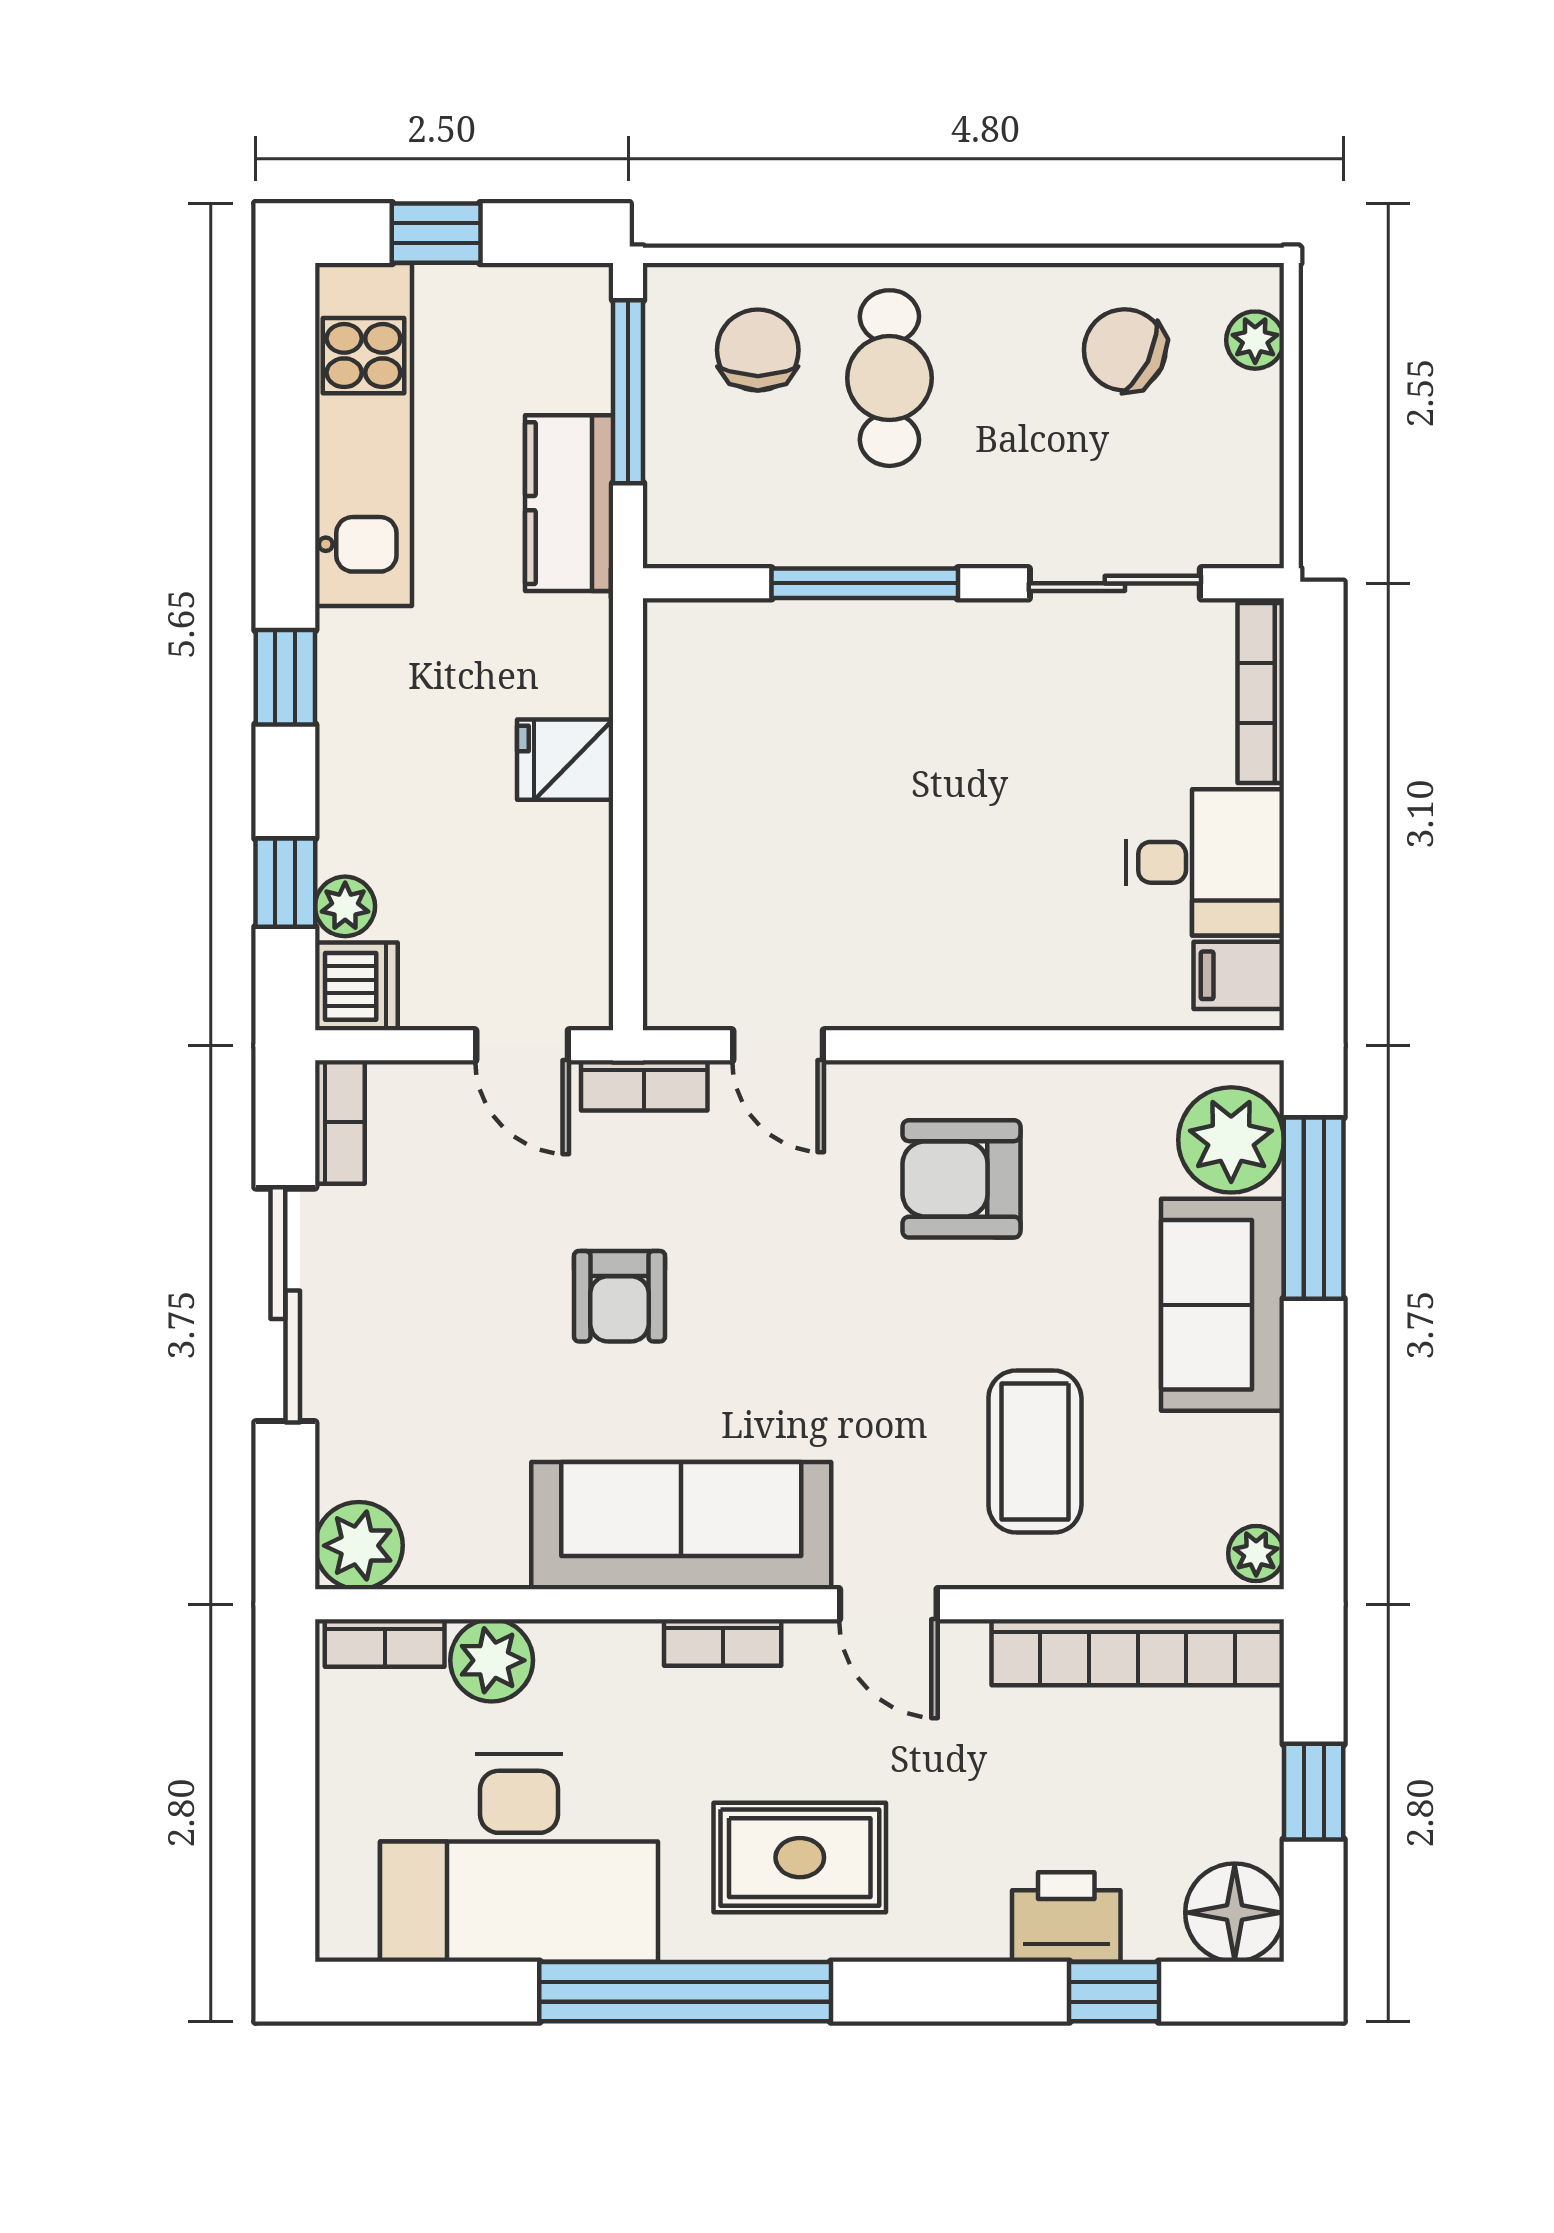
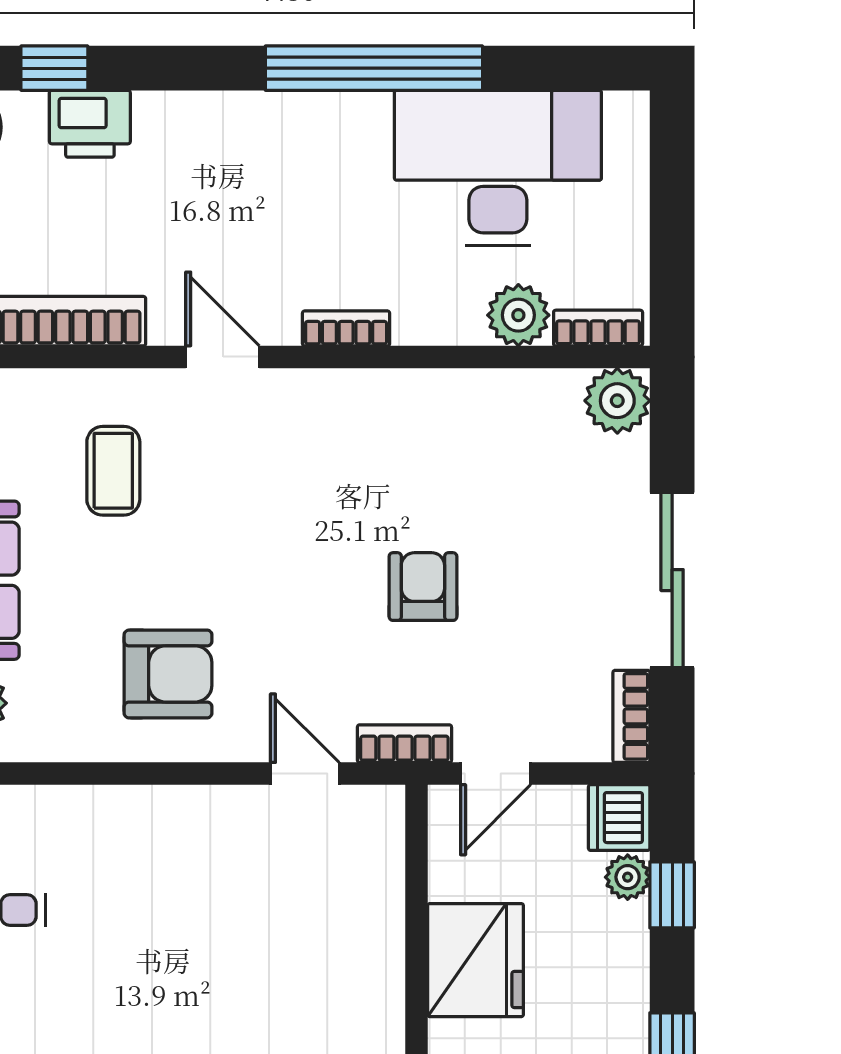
fridge: (565, 760) -> (476, 960), width x1.88, depth x1.34
door: (522, 1045) -> (496, 774), swing flipped
coffee table: (1035, 1452) -> (113, 471), width x0.73, depth x0.77
sofa: (681, 1526) -> (377, 416), removed
rug: (800, 1858) -> (289, 168), removed

